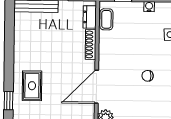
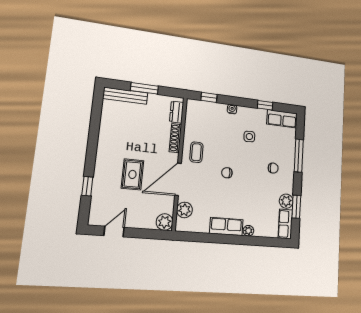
coffee table: (106, 19) -> (196, 152), moved
rug: (32, 86) -> (132, 174), moved

